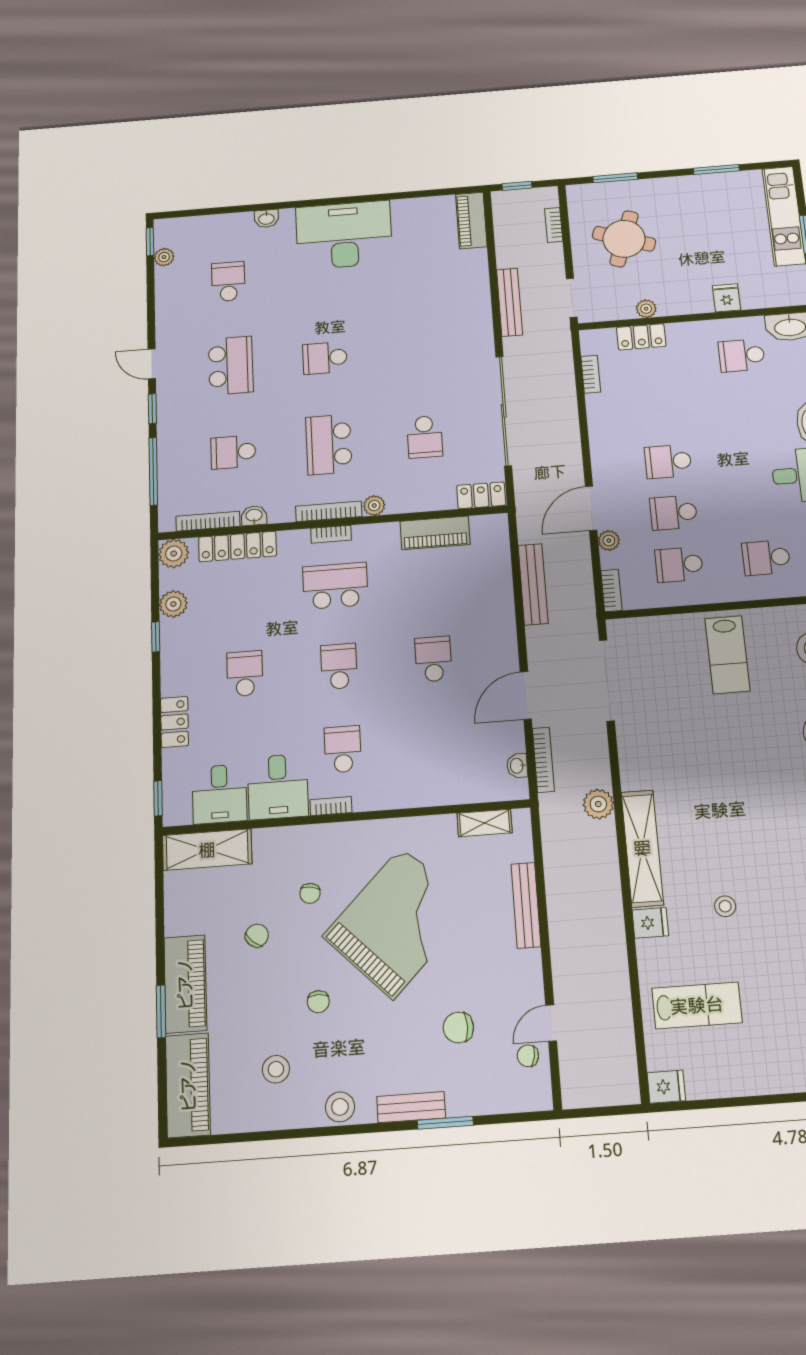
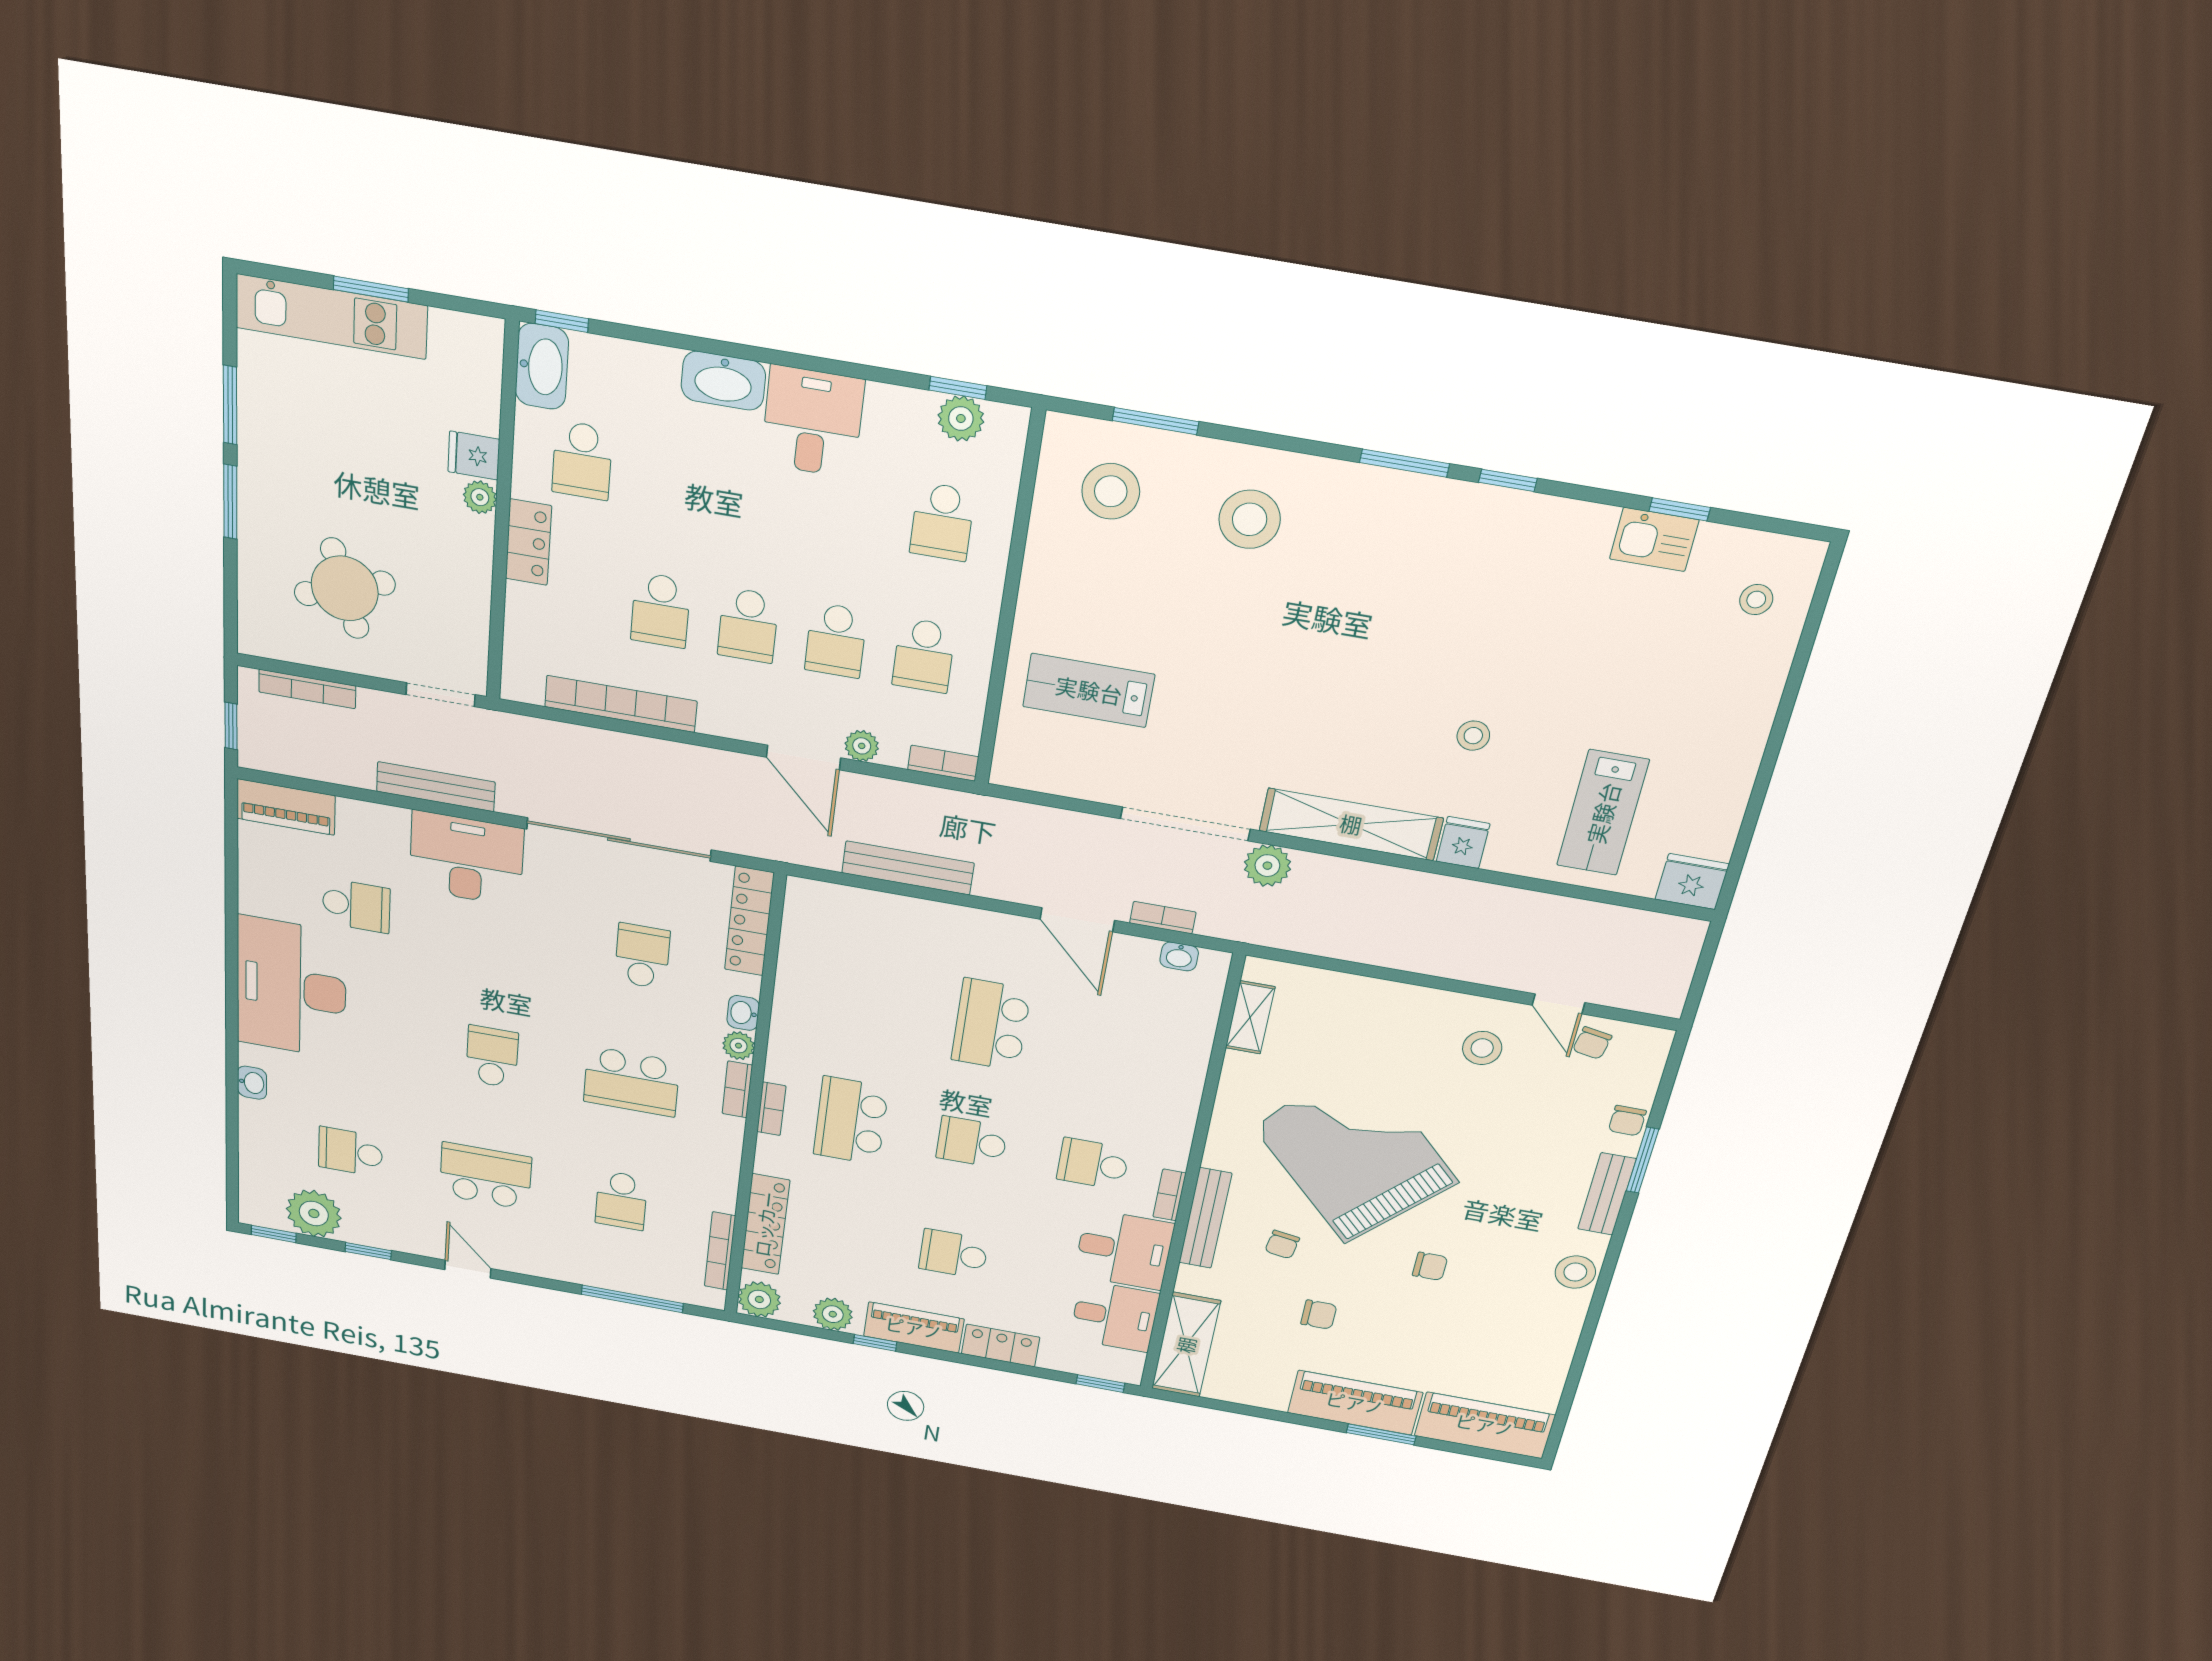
window: (615, 178) -> (230, 502), moved
bookcase: (554, 225) -> (307, 689), width x1.56
round table: (624, 239) -> (345, 588), turned -37
plant: (164, 257) -> (314, 1213), width x1.87, depth x1.87
school desk: (414, 266) -> (356, 906), added
plant: (646, 309) -> (480, 497), moved
desk: (465, 325) -> (466, 859), added
locker: (641, 337) -> (528, 542), moved
school desk: (325, 358) -> (492, 1057), turned 180
door: (152, 364) -> (468, 1269), swing flipped
bookcase: (591, 374) -> (621, 704), width x2.31, depth x1.31
window: (152, 409) -> (368, 1251), moved
school desk: (663, 411) -> (661, 610), added
school desk: (425, 437) -> (642, 956), turned -90
locker: (481, 495) -> (749, 921), width x1.53
bookcase: (329, 511) -> (737, 1089), width x0.64
washbasin: (254, 516) -> (743, 1013), moved
piano: (435, 533) -> (914, 1328), moved, turned -90
lab bench: (727, 655) -> (1089, 690), moved, turned 180
school desk: (433, 659) -> (991, 1025), width x1.85
doorway: (607, 680) -> (1185, 824), moved
bookcase: (543, 760) -> (1163, 918), width x0.64
chair: (310, 893) -> (1282, 1245), turned 91
bench: (526, 905) -> (1205, 1218), moved, turned 90
chair: (257, 936) -> (1319, 1315), turned 139
lab bench: (697, 1005) -> (1603, 813), turned 180
chair: (458, 1027) -> (1627, 1121), moved, width x0.73, depth x0.73
stool: (276, 1069) -> (1482, 1048), moved
fridge: (666, 1087) -> (1692, 882), width x1.38

